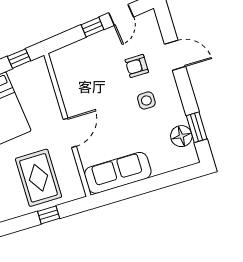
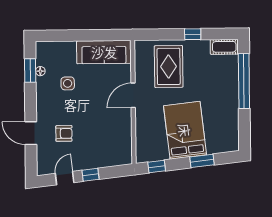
side table: (146, 100) -> (68, 83), moved
floor lamp: (181, 136) -> (40, 71), width x0.53, depth x0.53
window: (49, 215) -> (193, 34), moved

